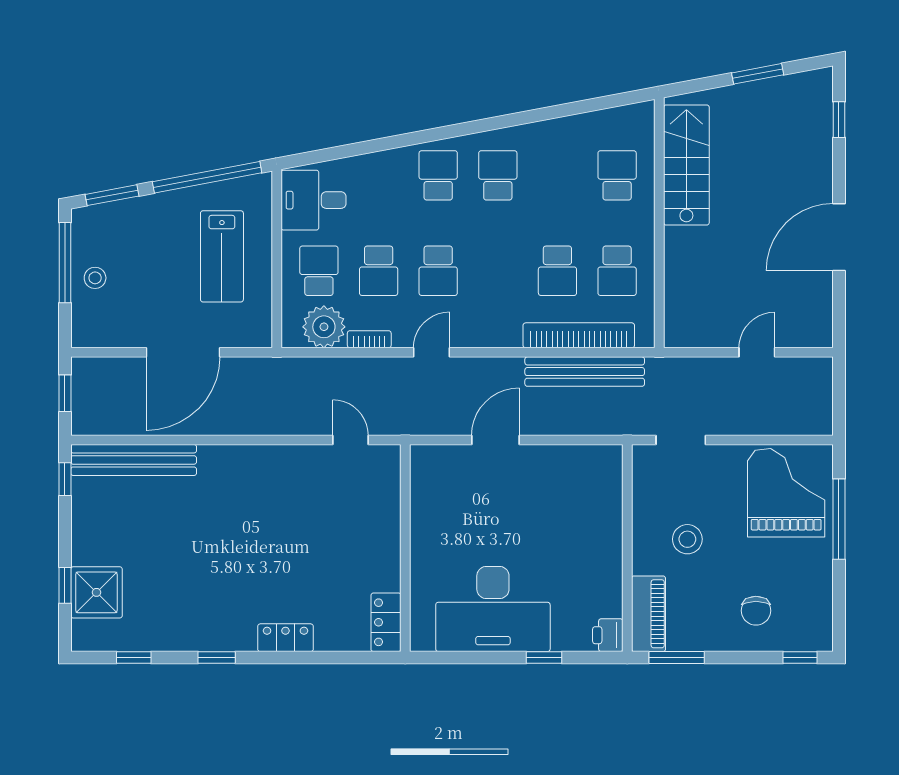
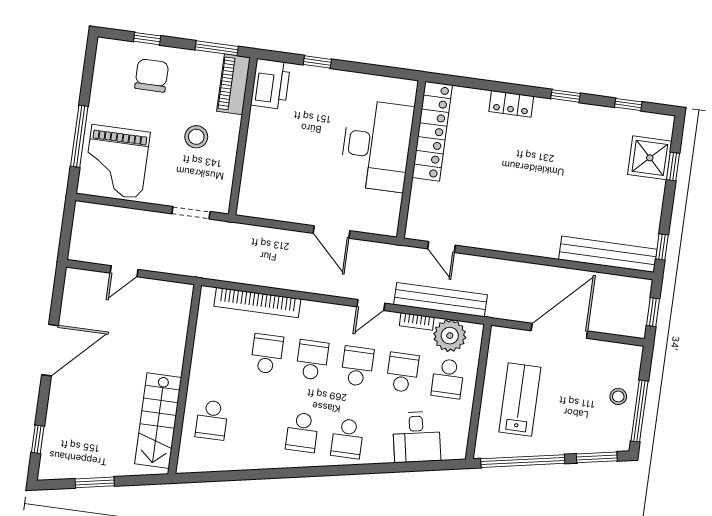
desk: (313, 200) -> (417, 437), moved, turned 79
school desk: (617, 271) -> (312, 360), moved
bench: (585, 372) -> (441, 300), moved
door: (495, 440) -> (331, 232), hinge flipped
desk: (493, 609) -> (377, 146), moved, turned 90
chair: (756, 611) -> (152, 75), width x1.37, depth x1.37
locker: (386, 622) -> (432, 131), width x2.16, depth x1.21
printer: (608, 635) -> (271, 84), width x1.87, depth x1.48
window: (800, 658) -> (147, 39), moved

